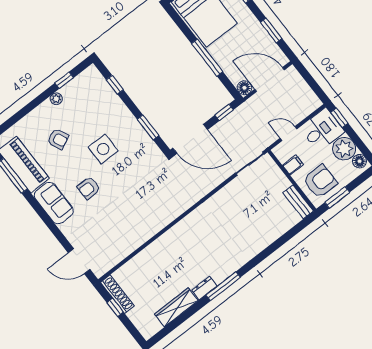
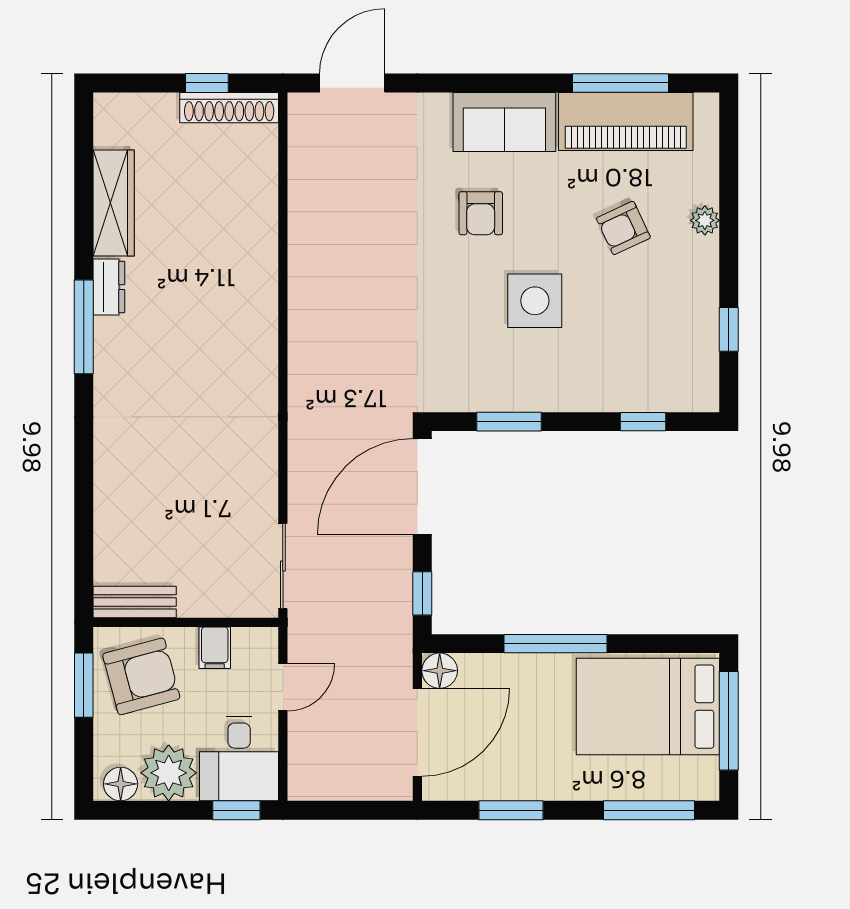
plant: (56, 99) -> (705, 220), moved
armchair: (320, 181) -> (141, 676), turned -105
armchair: (89, 188) -> (481, 213), turned 180

